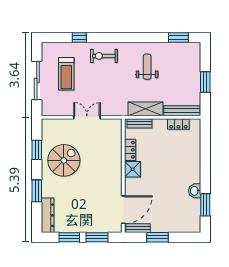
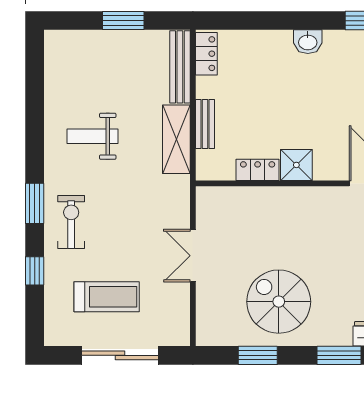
window: (178, 38) -> (35, 203), moved
exercise bike: (104, 56) -> (71, 222), turned 180
bench: (140, 123) -> (205, 124), moved
locker: (178, 124) -> (206, 54), moved
washbasin: (195, 191) -> (308, 42), moved

